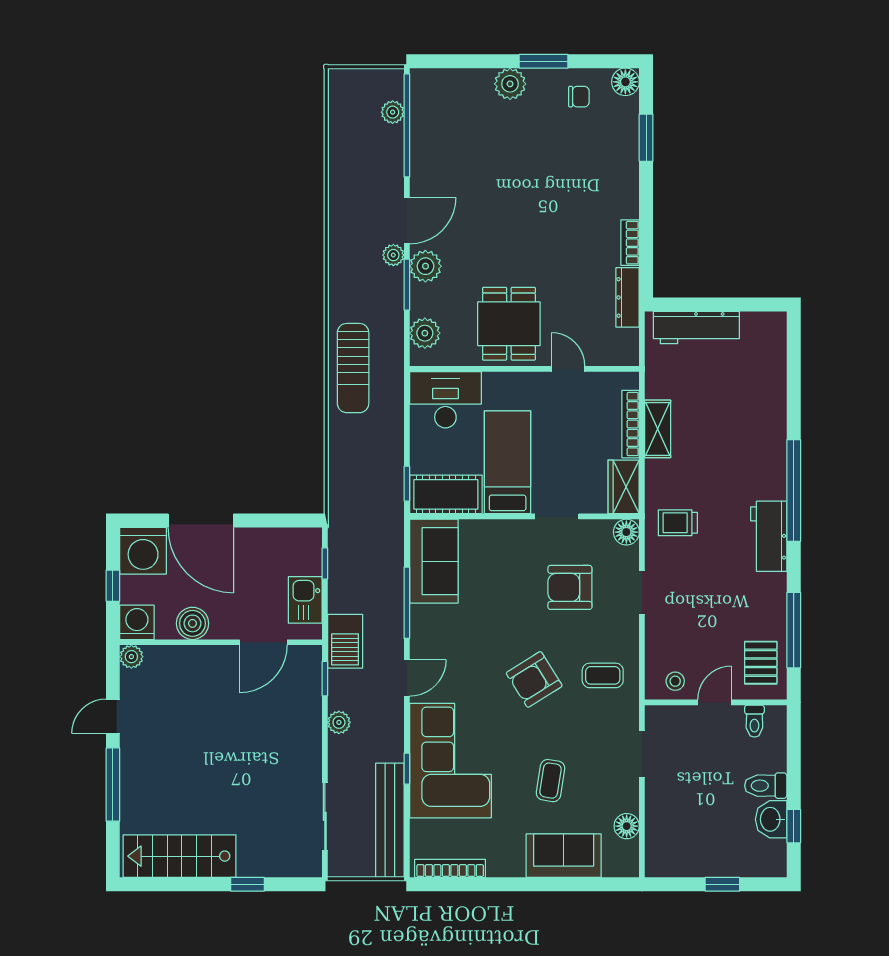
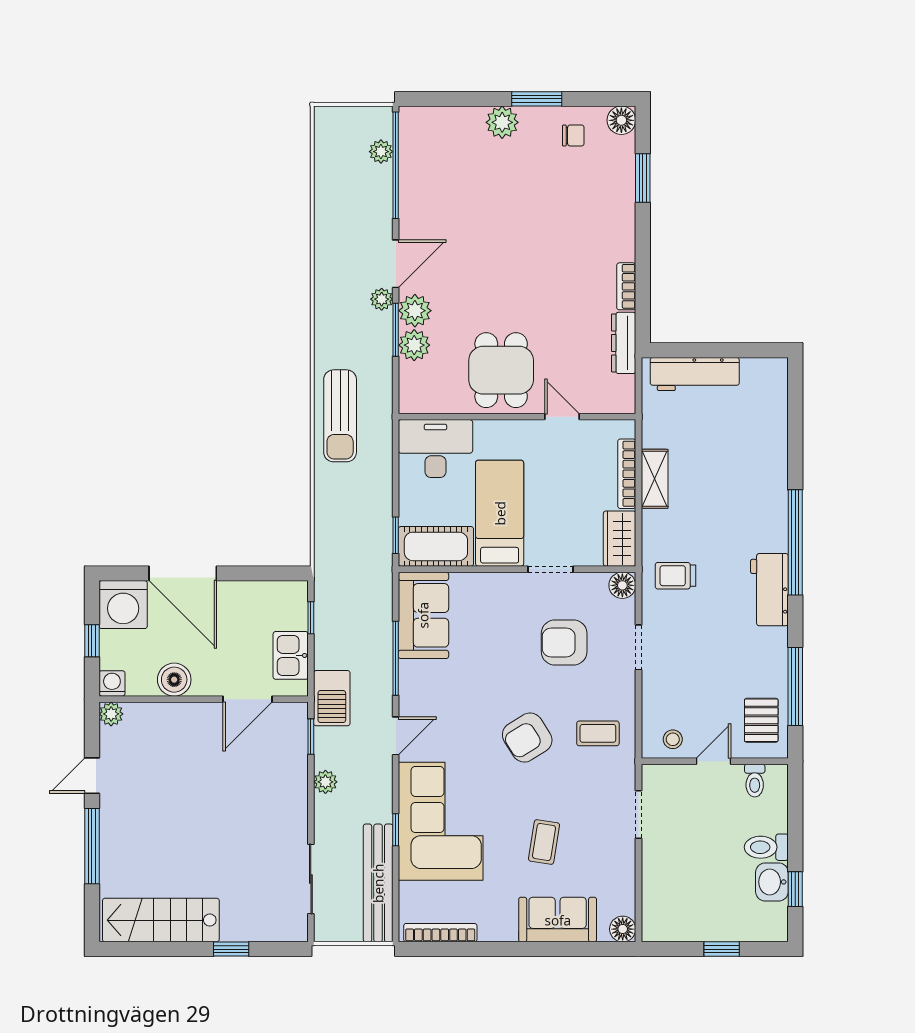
plant: (425, 333) -> (414, 345), moved
washing machine: (137, 622) -> (112, 683), width x0.73, depth x0.73
floor lamp: (627, 826) -> (623, 929), moved

